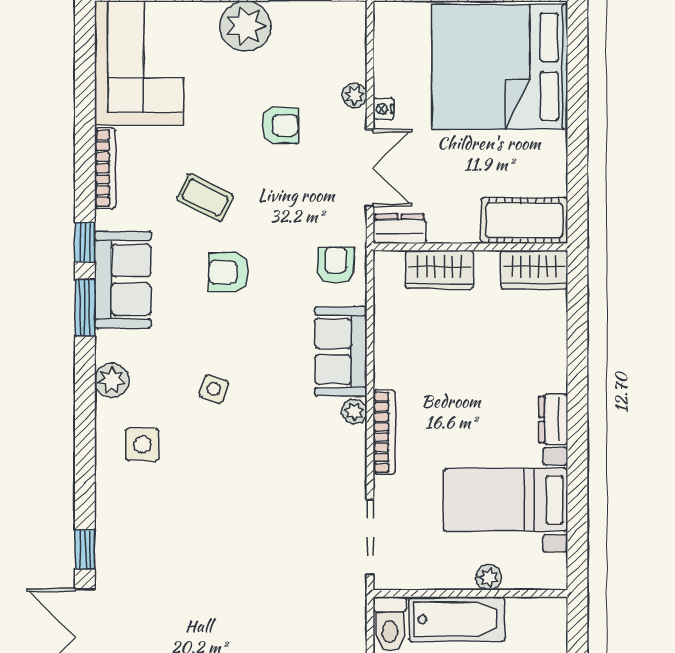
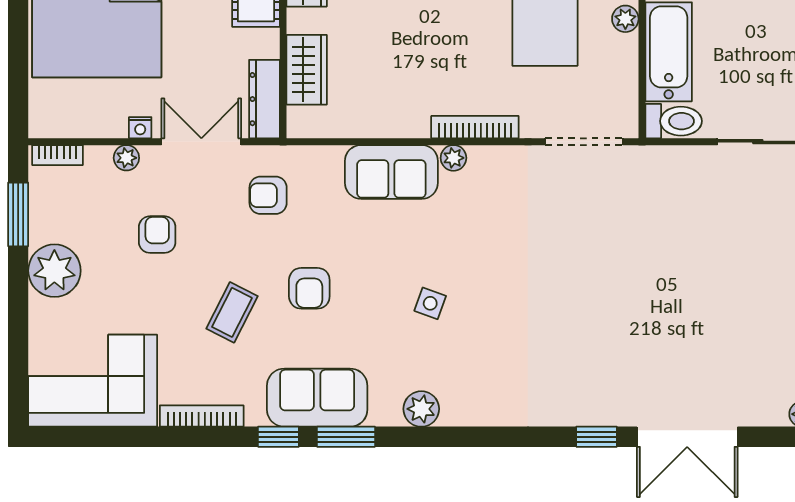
bookcase: (357, 29) -> (57, 155), added
dresser: (400, 229) -> (264, 99), width x1.44
armchair: (336, 265) -> (268, 195), moved
side table: (142, 444) -> (488, 377), removed

